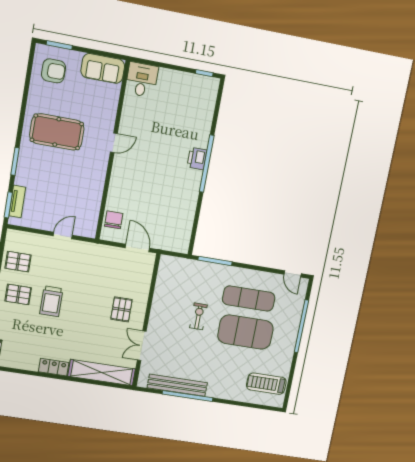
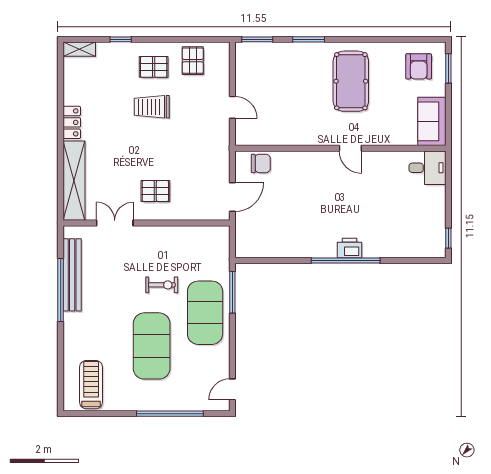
tv unit: (17, 201) -> (263, 49), removed
pallet: (18, 294) -> (154, 67), turned 90
exercise mat: (249, 298) -> (205, 313), moved, width x1.47

